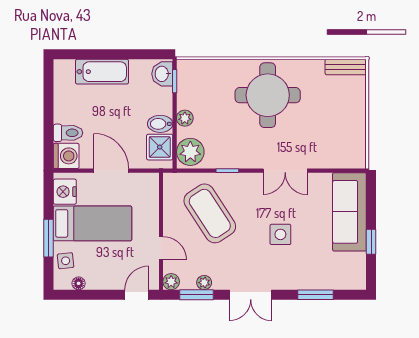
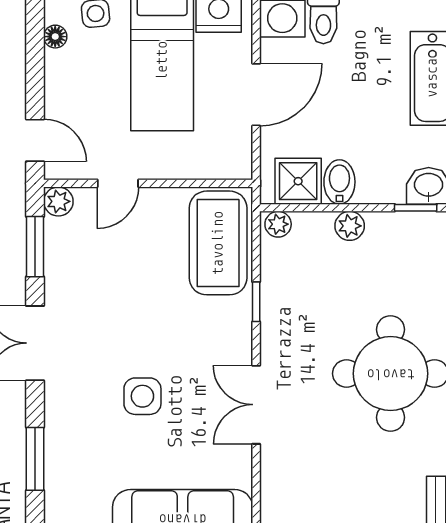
plant: (190, 152) -> (278, 224), width x0.53, depth x0.53
coffee table: (210, 213) -> (218, 243), moved, turned -57
plant: (204, 283) -> (57, 260), removed

